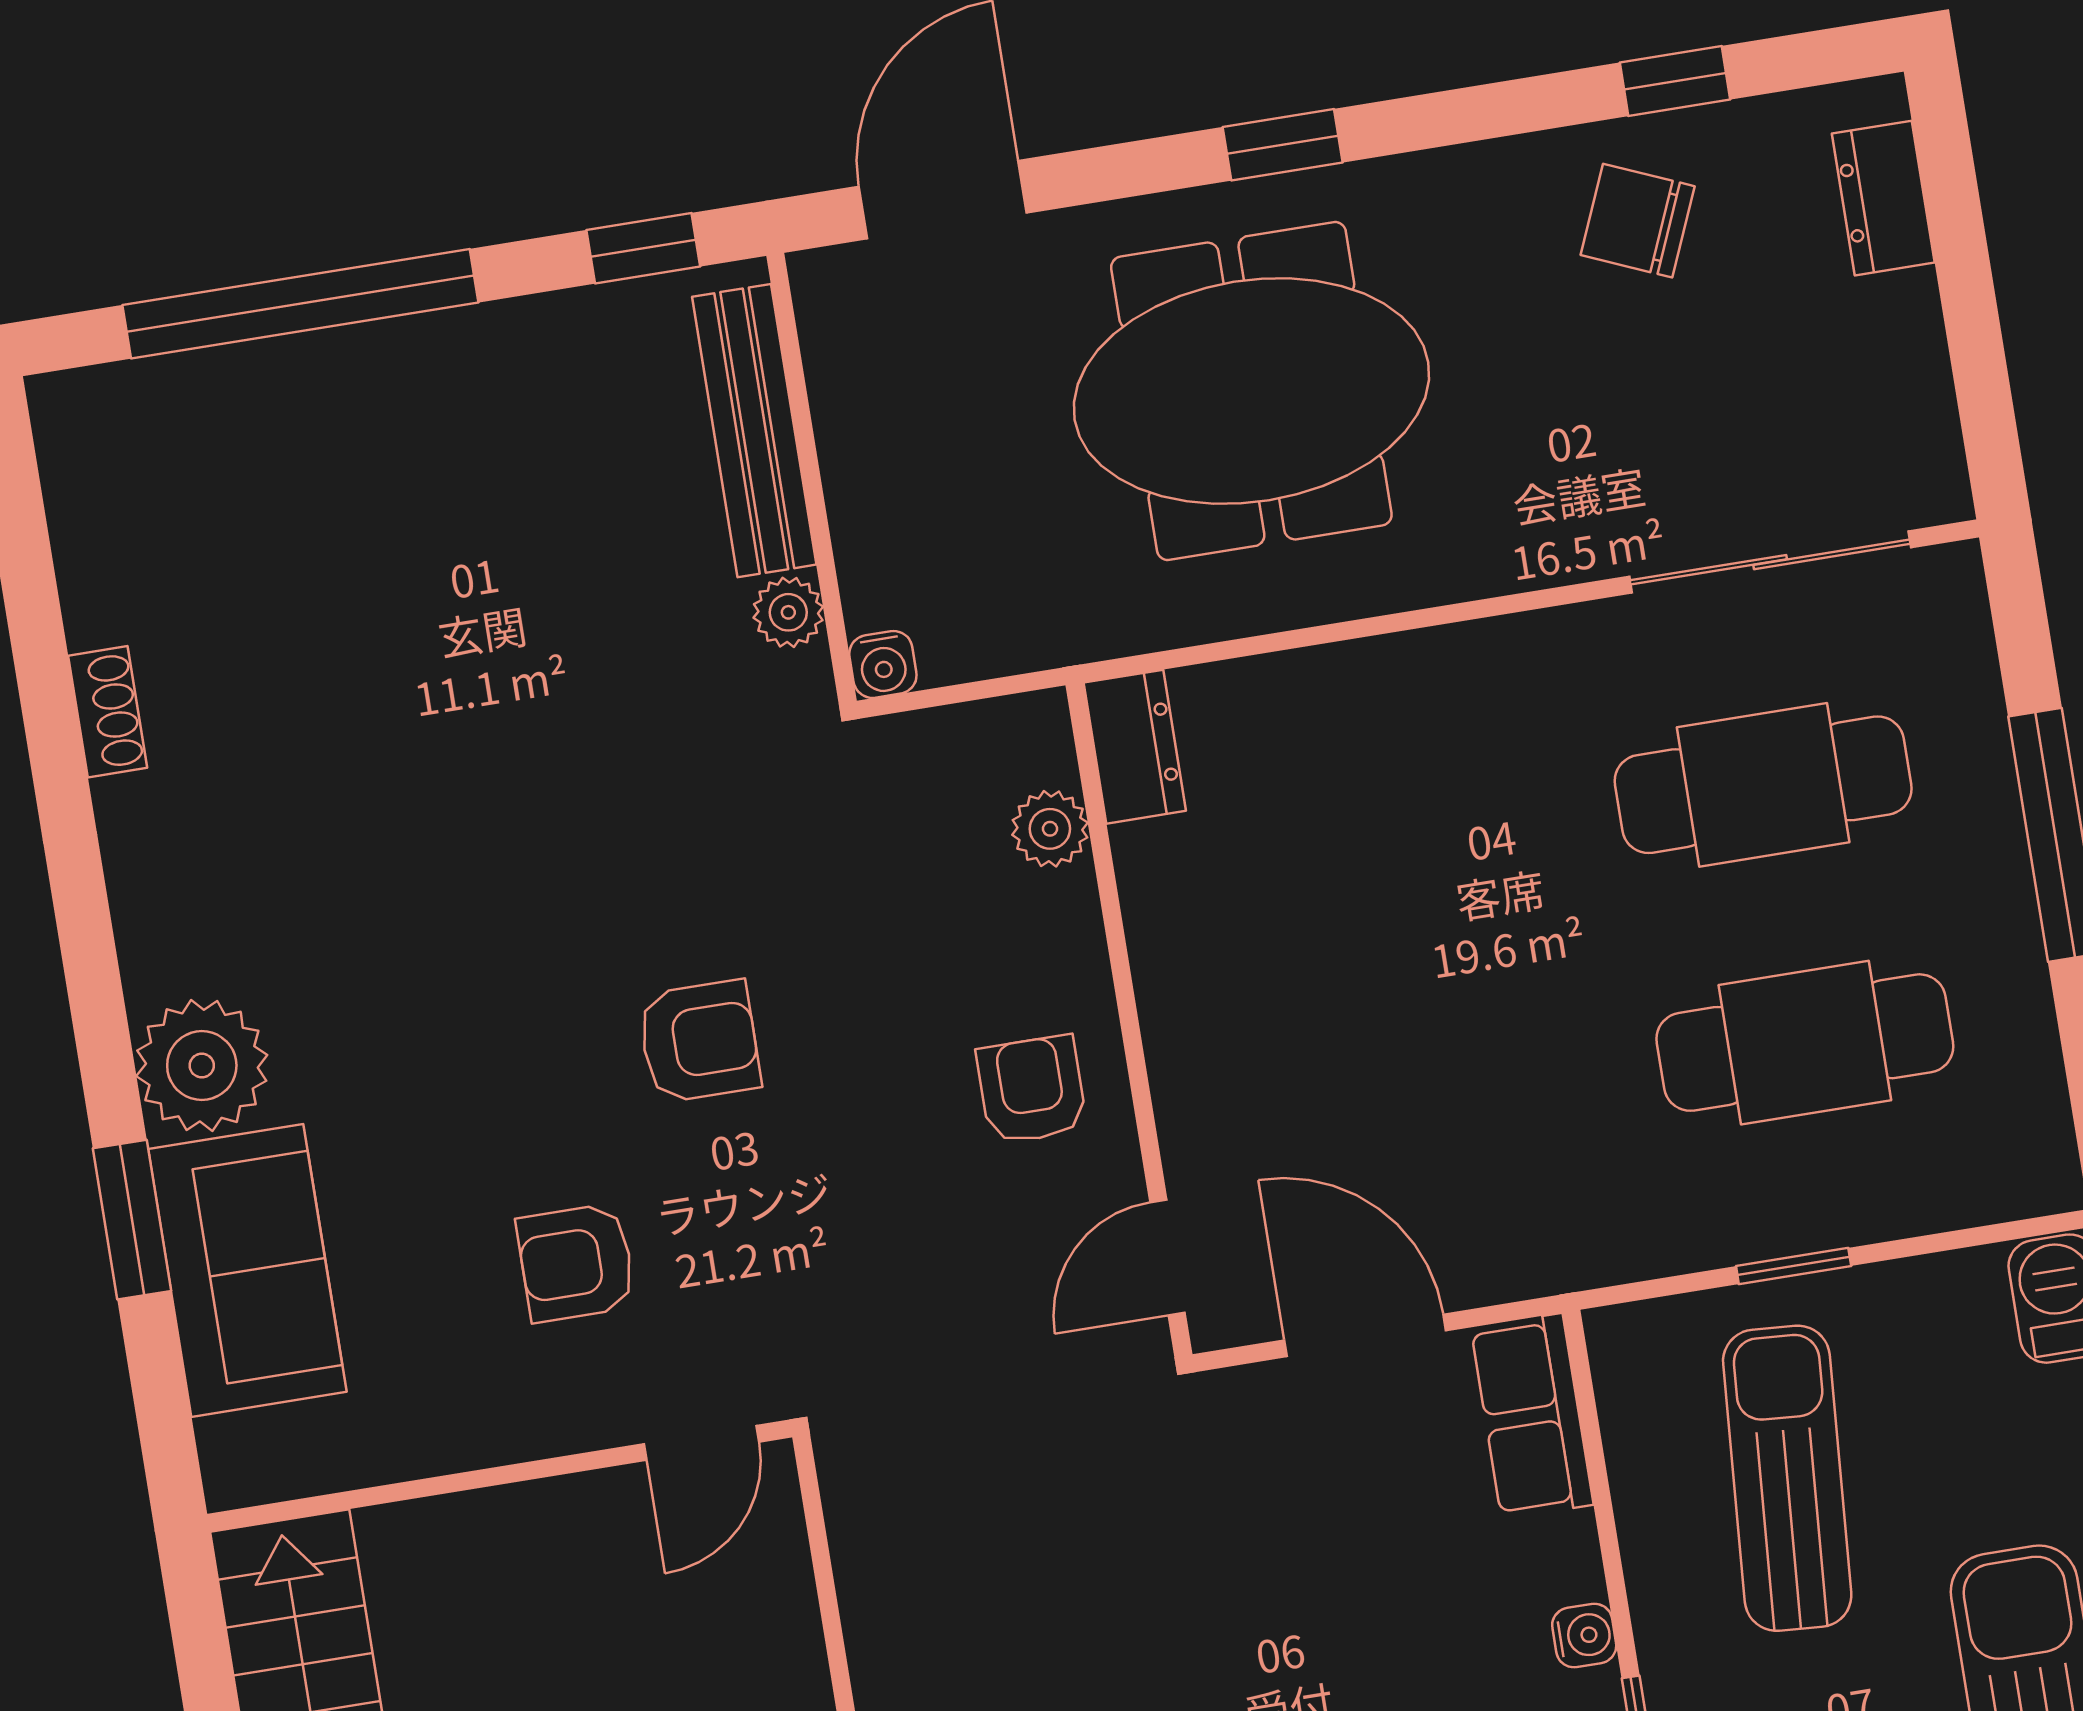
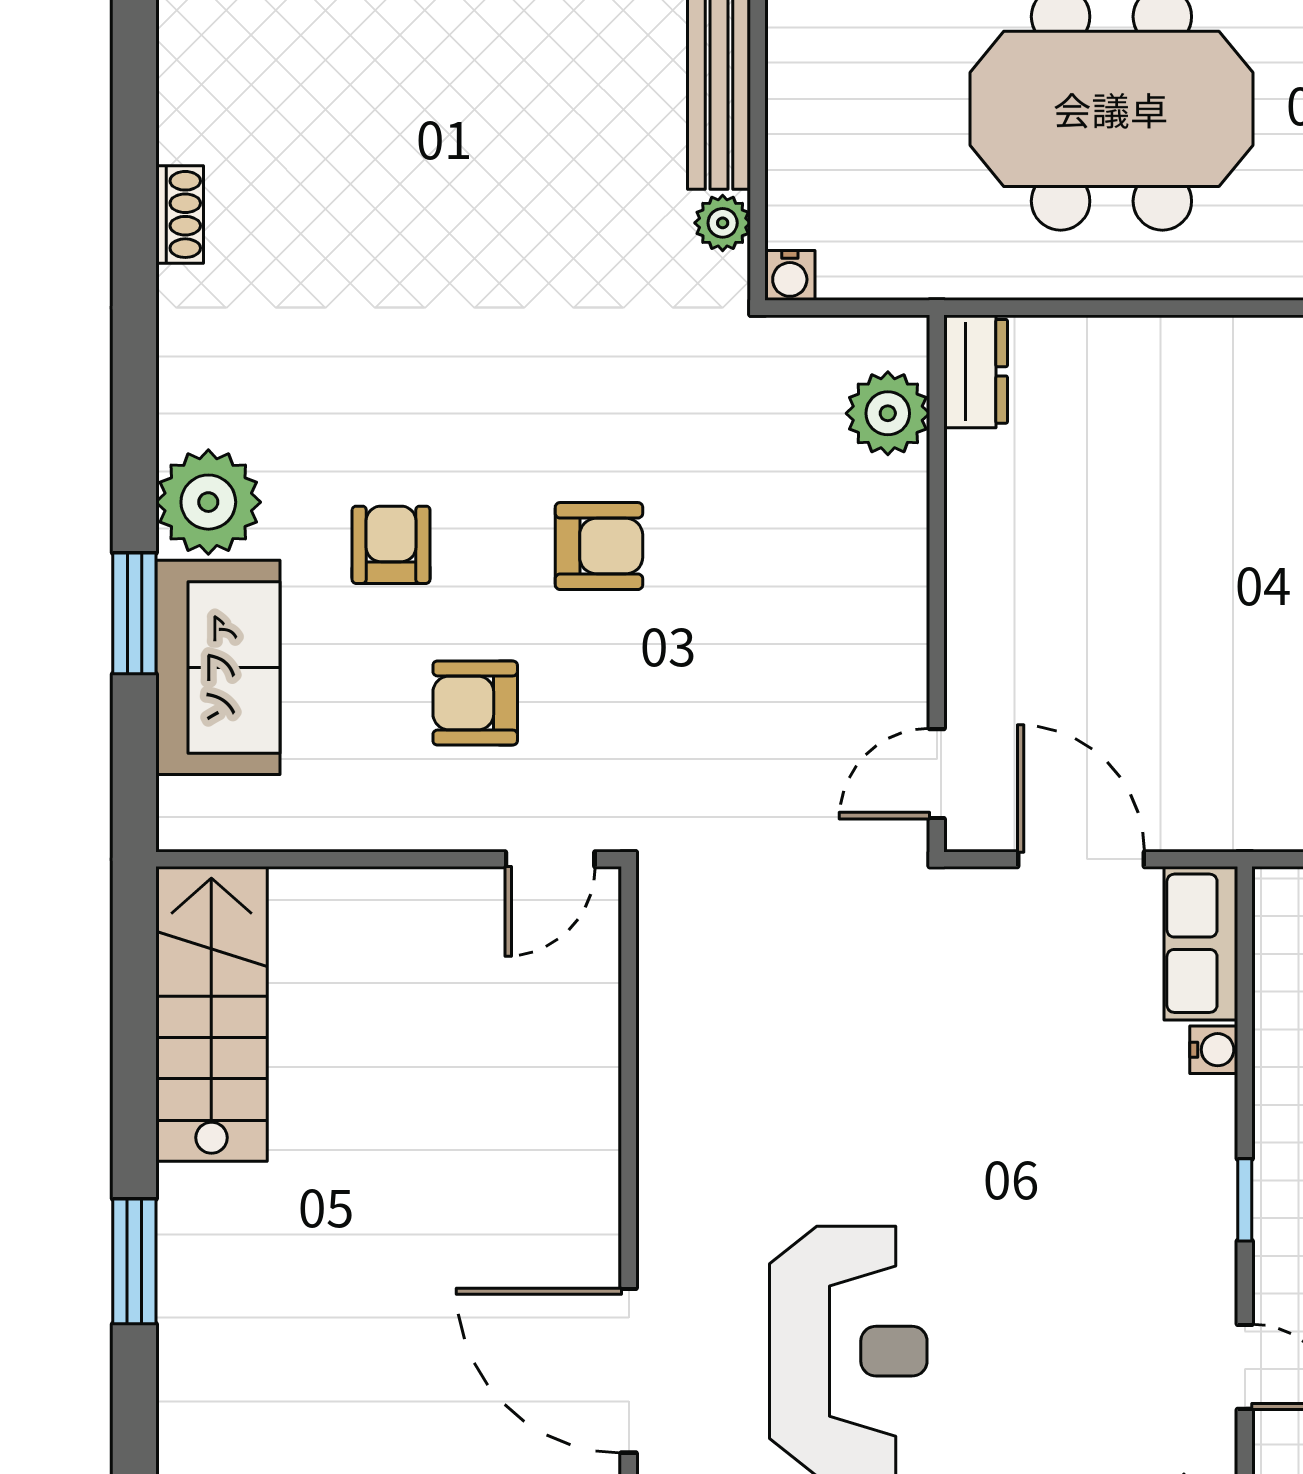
plant: (1050, 829) -> (888, 413), width x1.38, depth x1.38
armchair: (1032, 1090) -> (391, 545), moved
water cooler: (1584, 1635) -> (1214, 1050), moved

